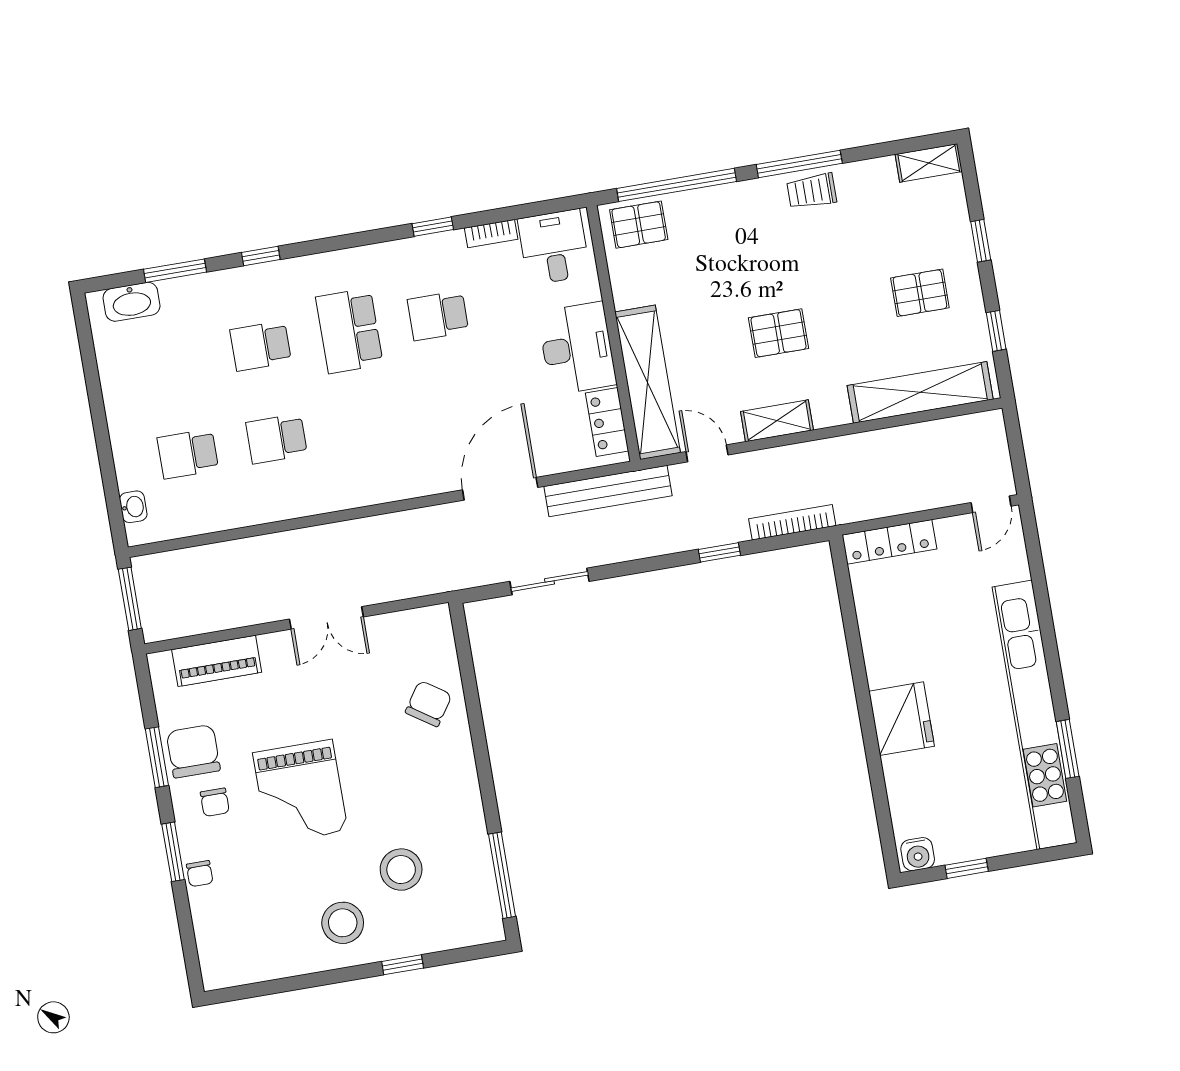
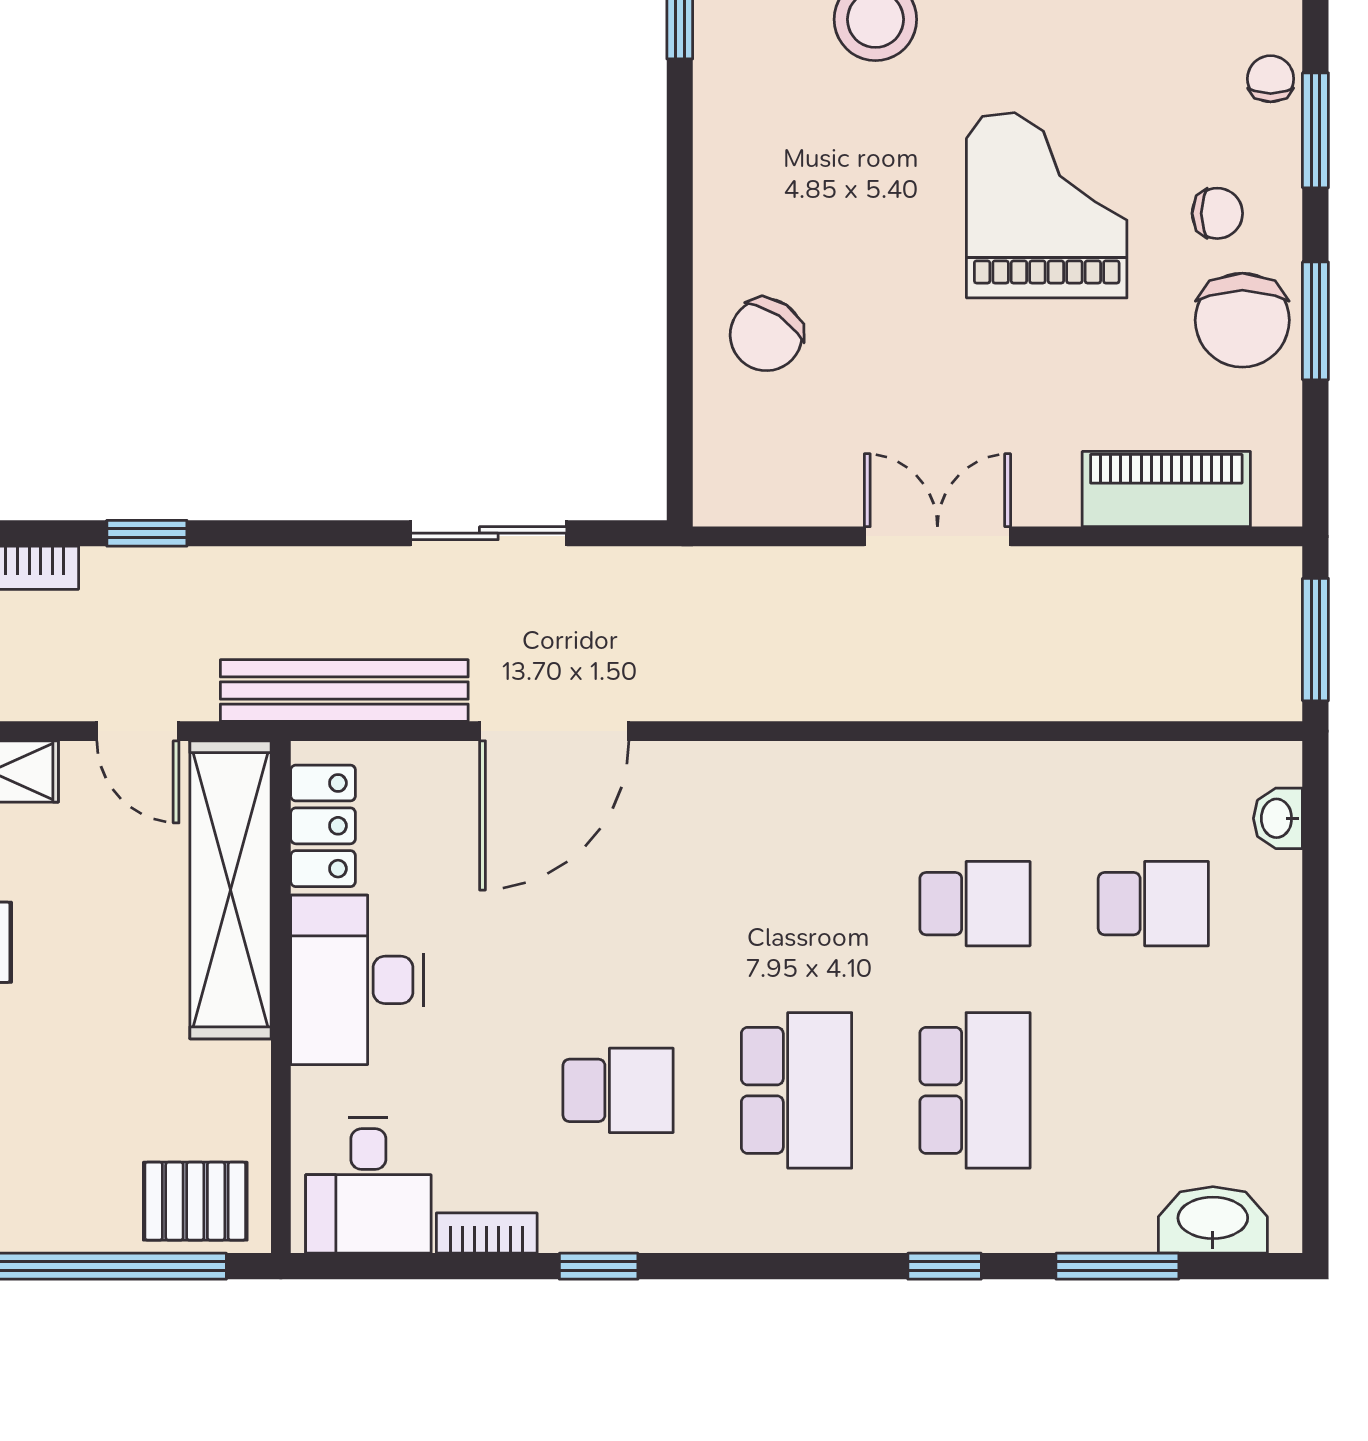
school desk: (261, 346) -> (975, 1090), width x1.85
chair: (215, 802) -> (1217, 213), turned 90

